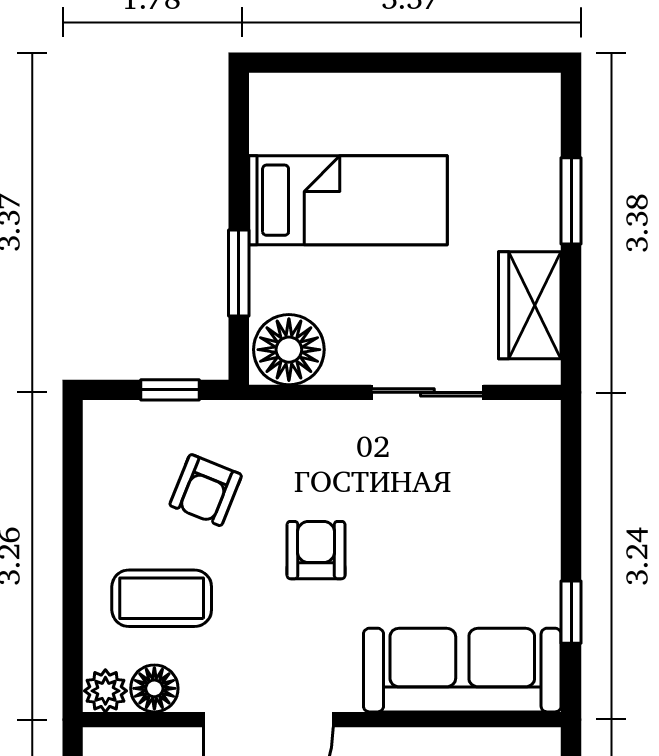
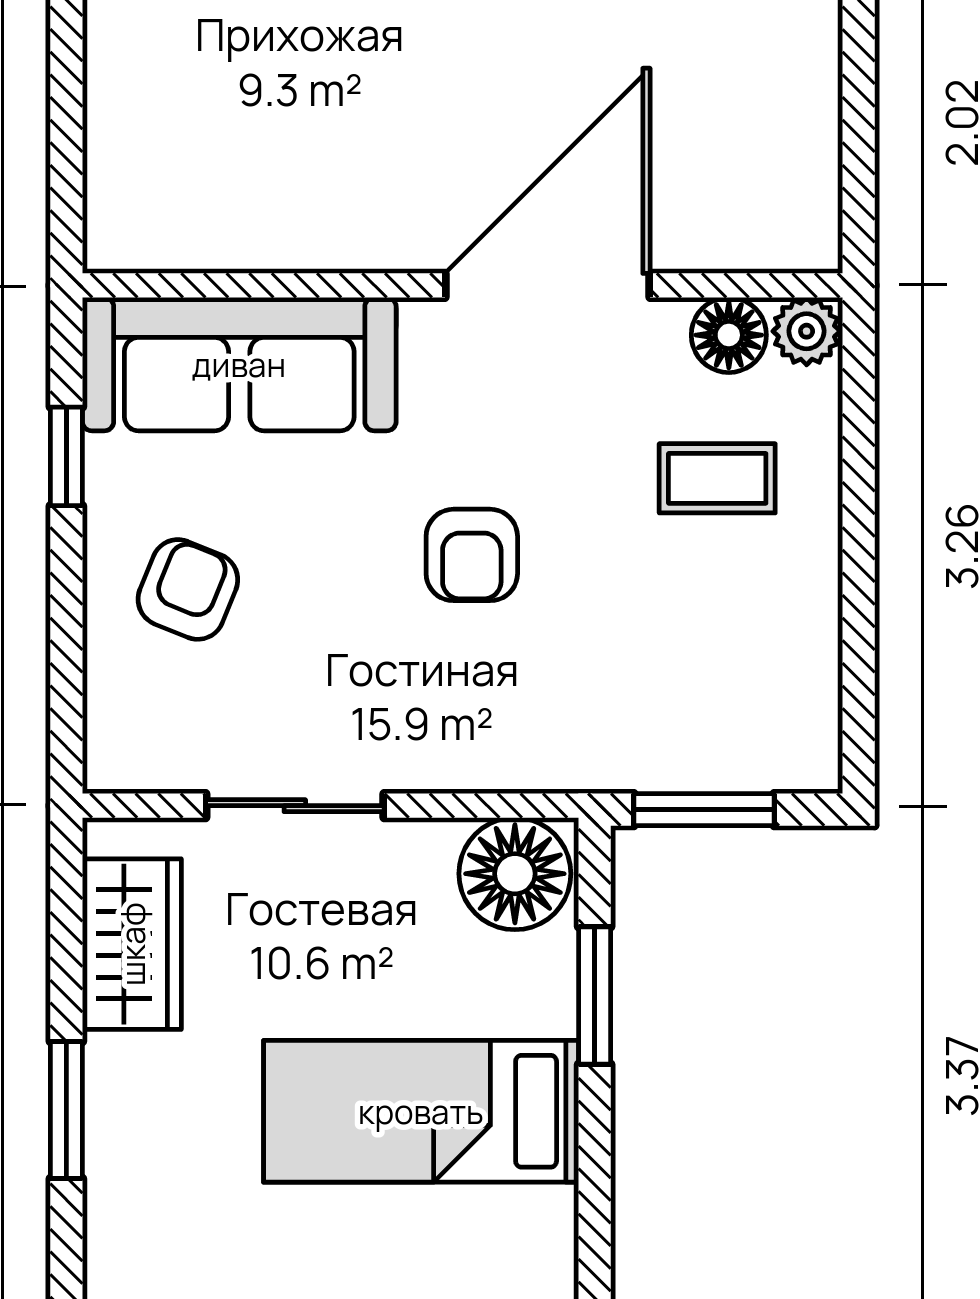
window: (170, 390) -> (704, 810), width x1.50
armchair: (206, 490) -> (188, 589), moved
coffee table: (162, 598) -> (717, 478), width x0.73, depth x0.77

